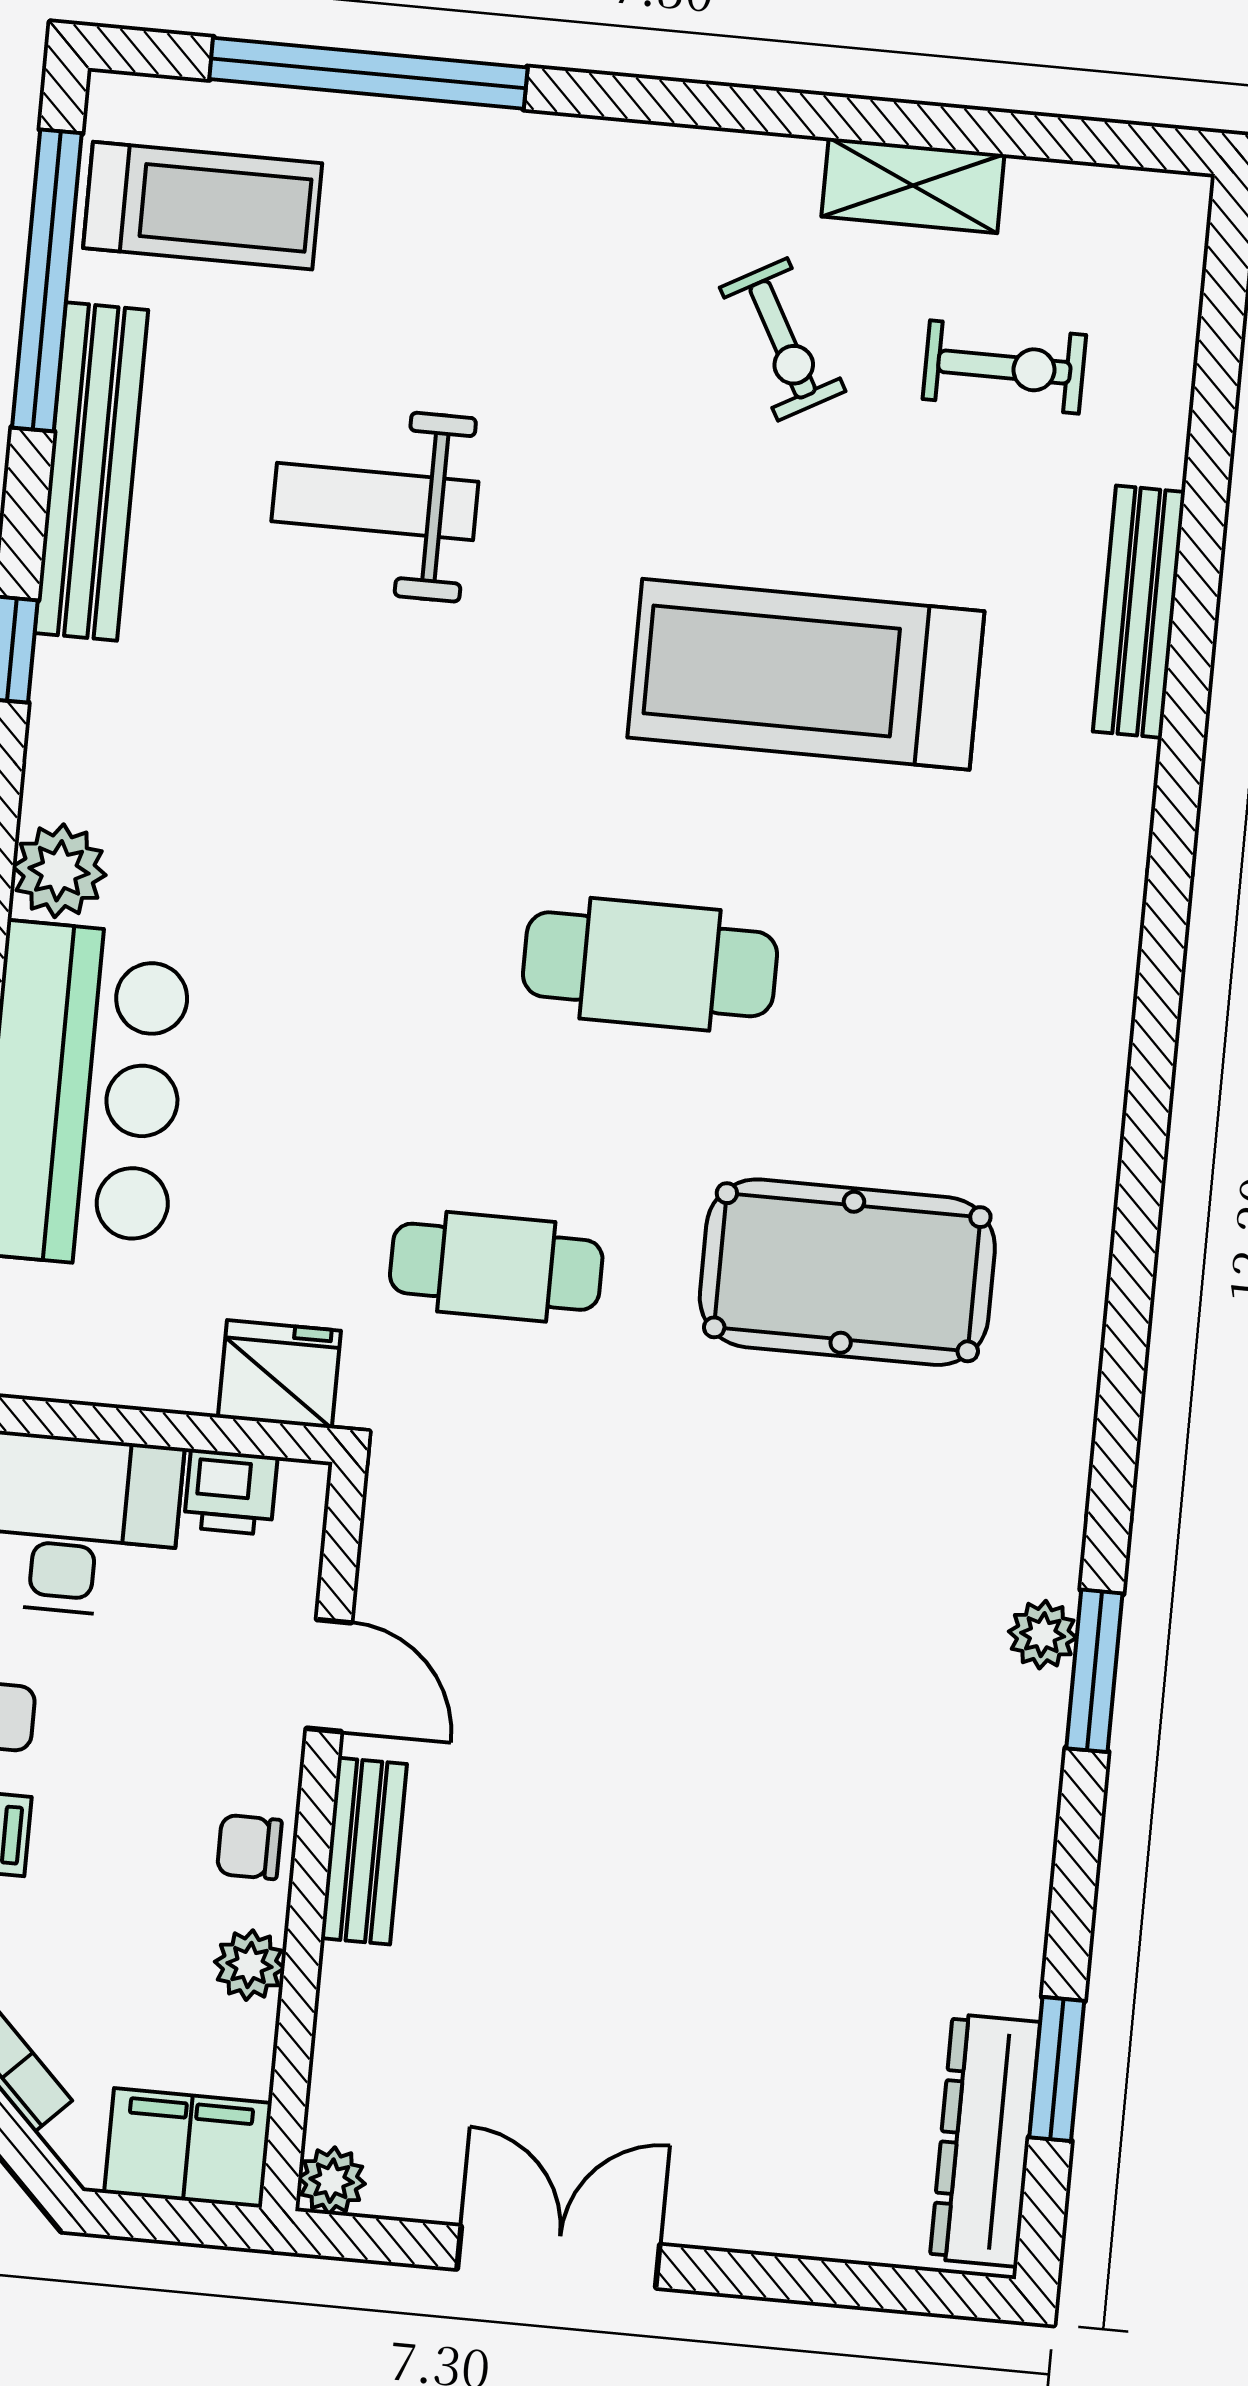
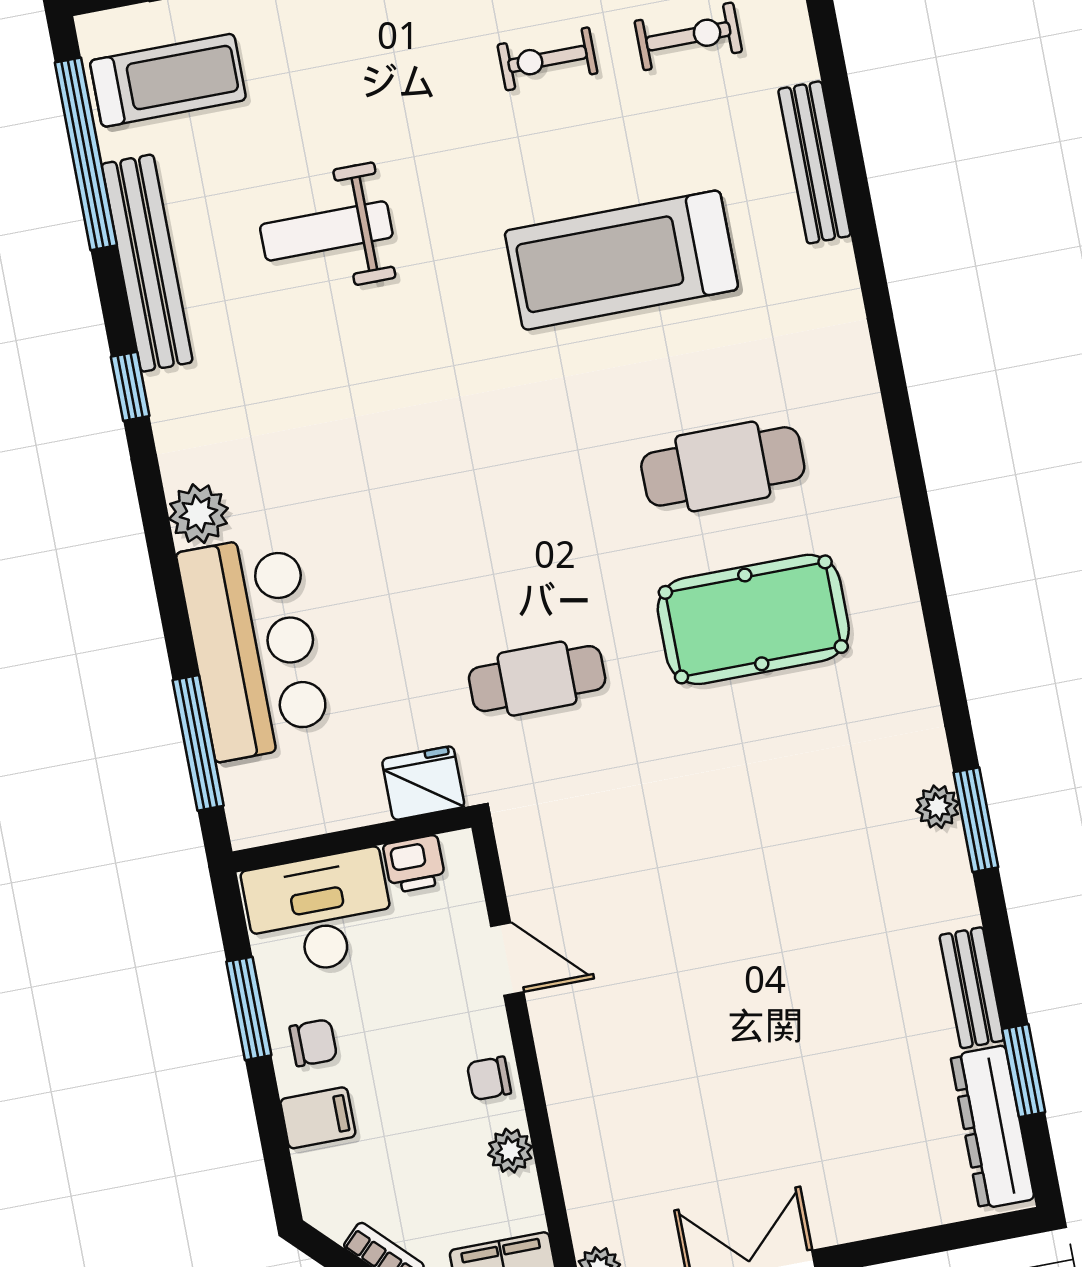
exercise bike: (783, 339) -> (547, 59), turned 119
cafe table: (650, 964) -> (723, 466), moved
bench: (364, 1851) -> (972, 988), moved

